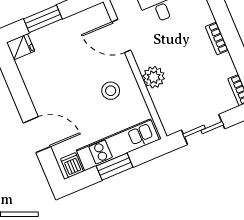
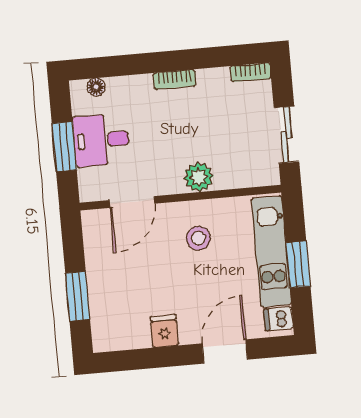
fridge: (21, 47) -> (164, 331), moved

